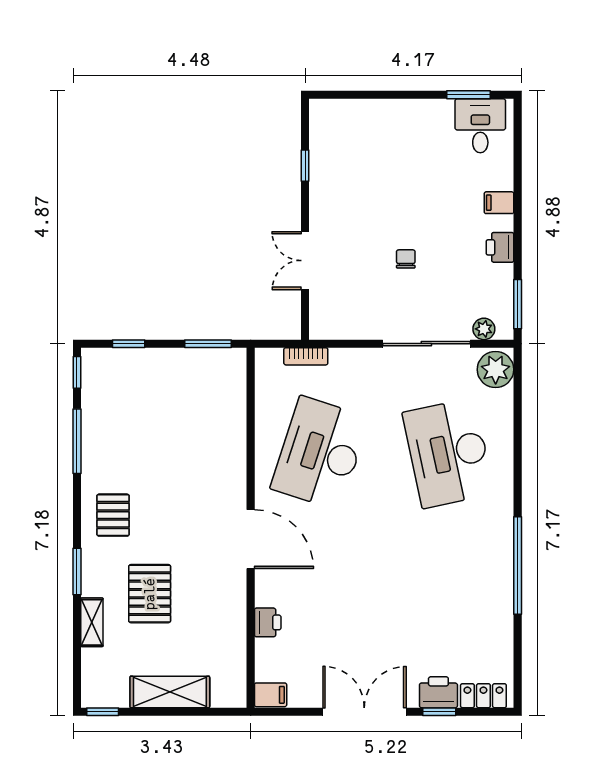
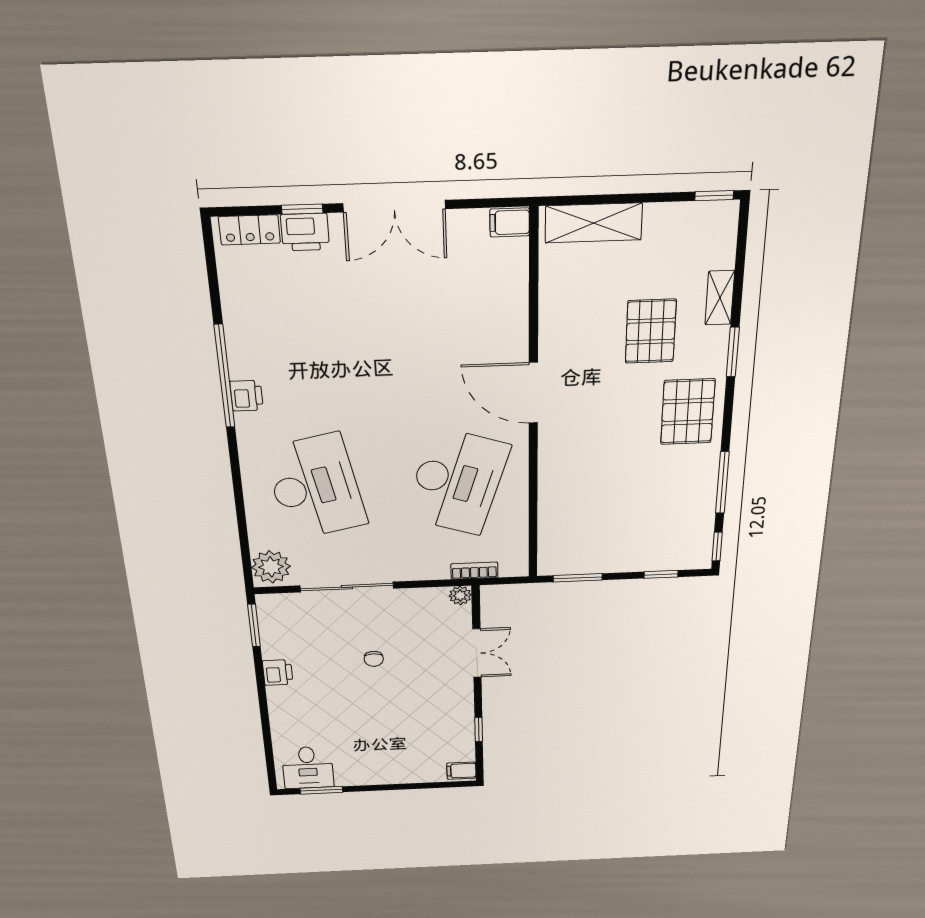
filing cabinet: (499, 203) -> (461, 771), moved, turned 180
plant: (484, 329) -> (460, 595), moved
pallet: (113, 515) -> (688, 412), width x1.50, depth x1.42
printer: (268, 622) -> (247, 396), moved, turned 180
shelving: (170, 692) -> (594, 223), moved

